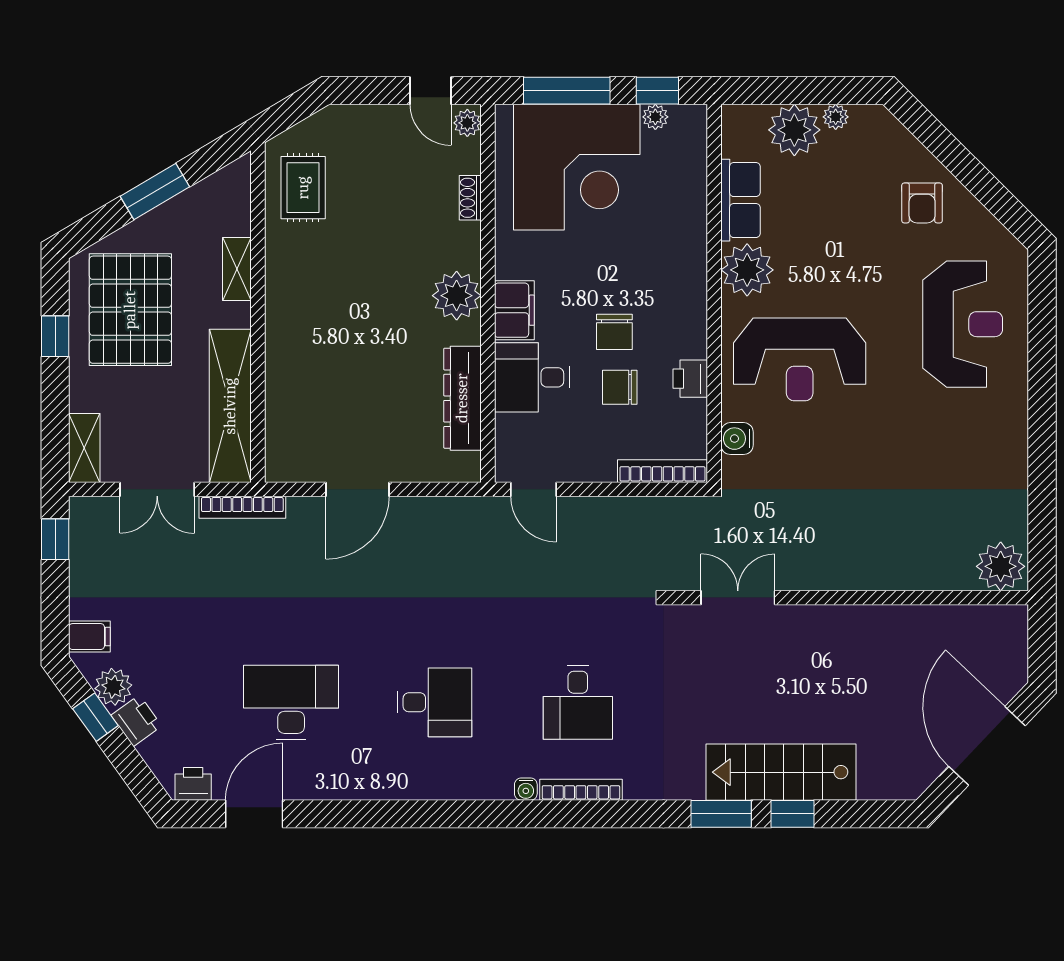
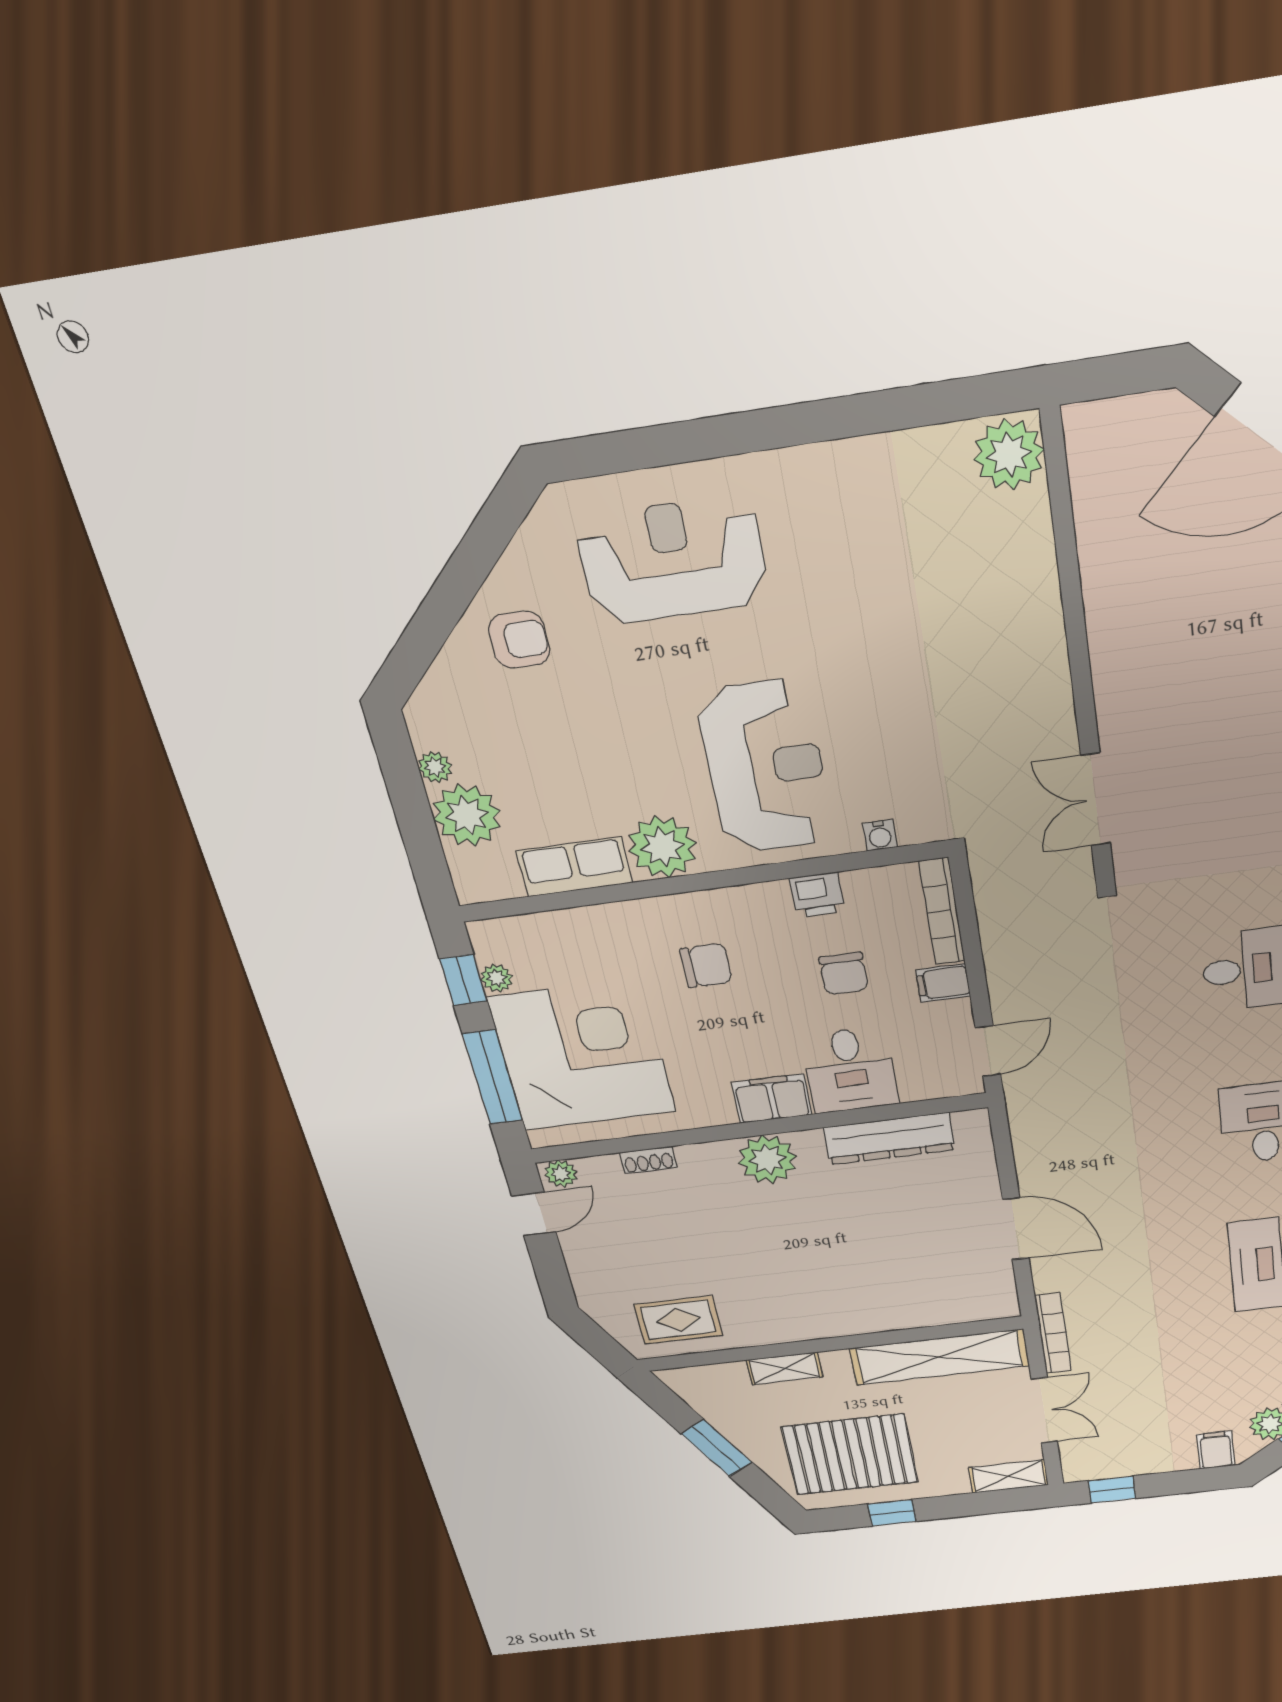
chair: (614, 332) -> (706, 966), moved
water cooler: (737, 439) -> (880, 835), width x0.72, depth x0.72
filing cabinet: (600, 463) -> (943, 983), added

